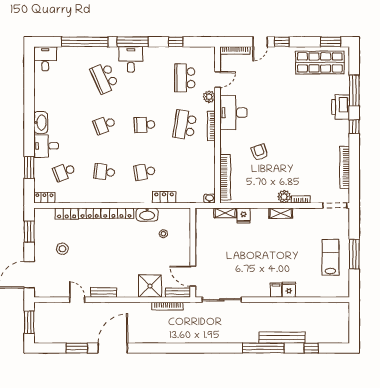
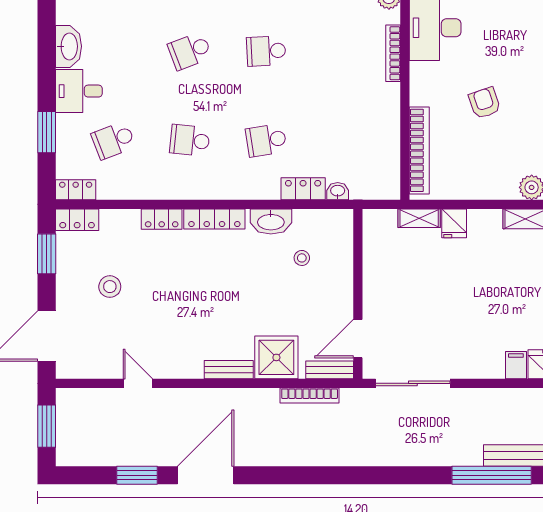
school desk: (185, 125) -> (343, 51), removed
washbasin: (210, 199) -> (338, 191), moved
locker: (67, 214) -> (77, 220), moved
door: (193, 276) -> (358, 339), hinge flipped
bench: (104, 292) -> (229, 370), moved

